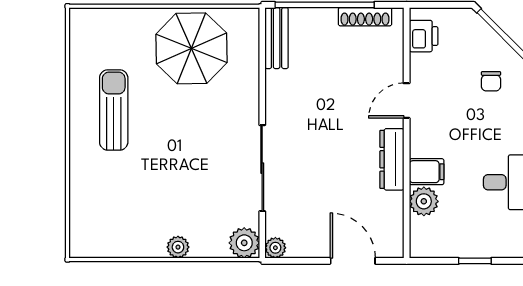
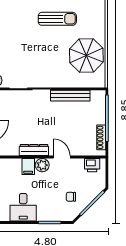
bench: (277, 38) -> (70, 96), moved, width x1.36
plant: (424, 201) -> (42, 165), moved

